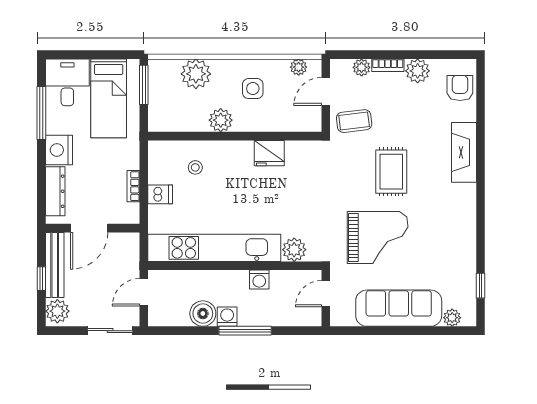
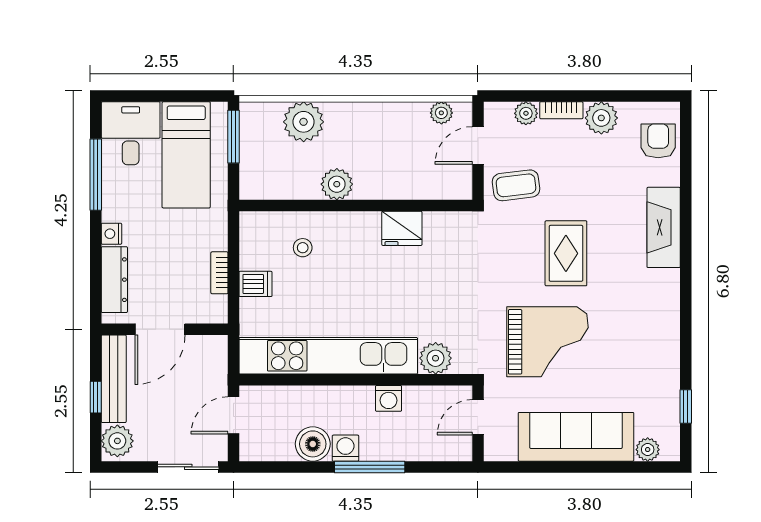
side table: (253, 89) -> (380, 142), removed
nightstand: (59, 150) -> (111, 234), width x0.53, depth x0.56

